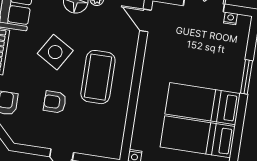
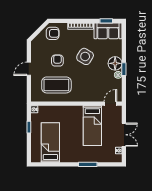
coffee table: (98, 77) -> (56, 85), moved
bed: (203, 104) -> (92, 126), moved, turned 180

